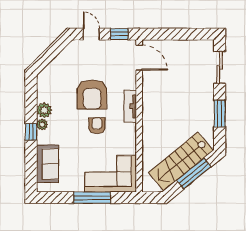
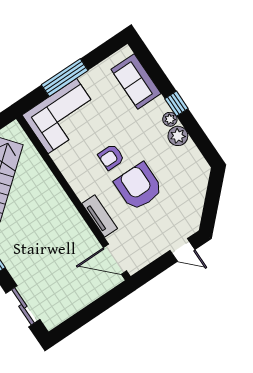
window: (119, 34) -> (153, 270), removed
tv unit: (130, 106) -> (100, 216), moved
armchair: (97, 126) -> (111, 157), turned 90

